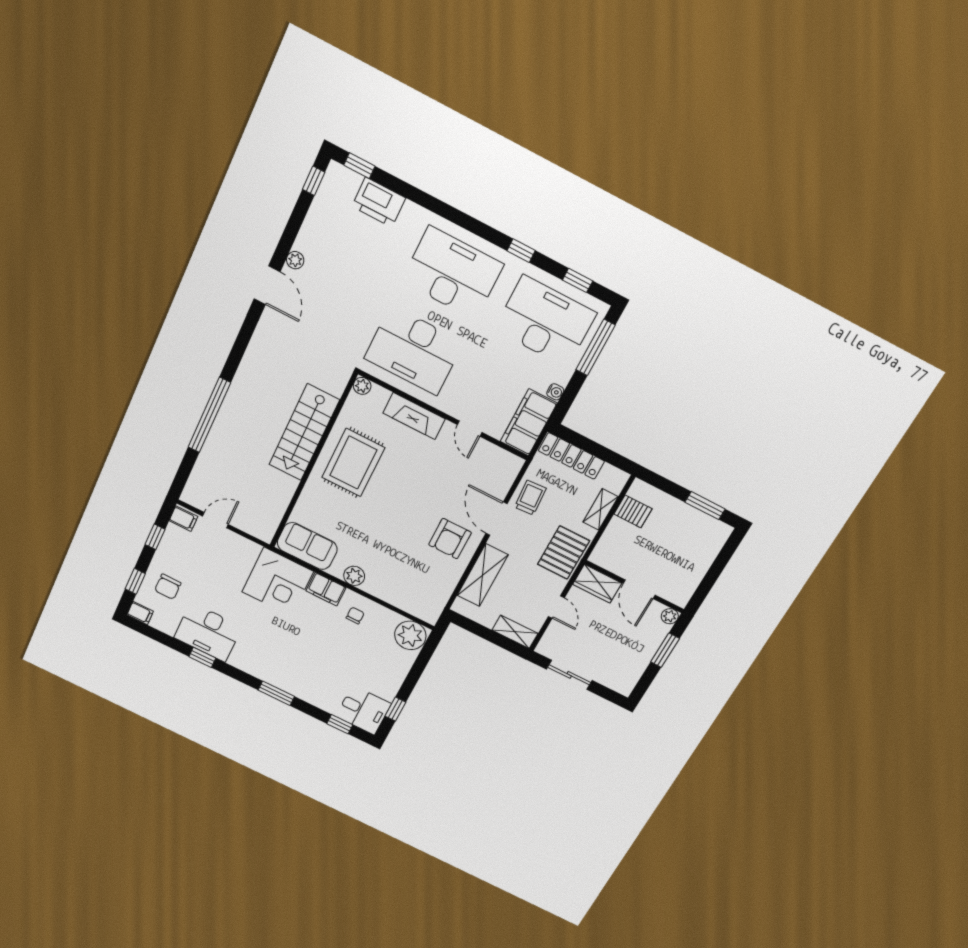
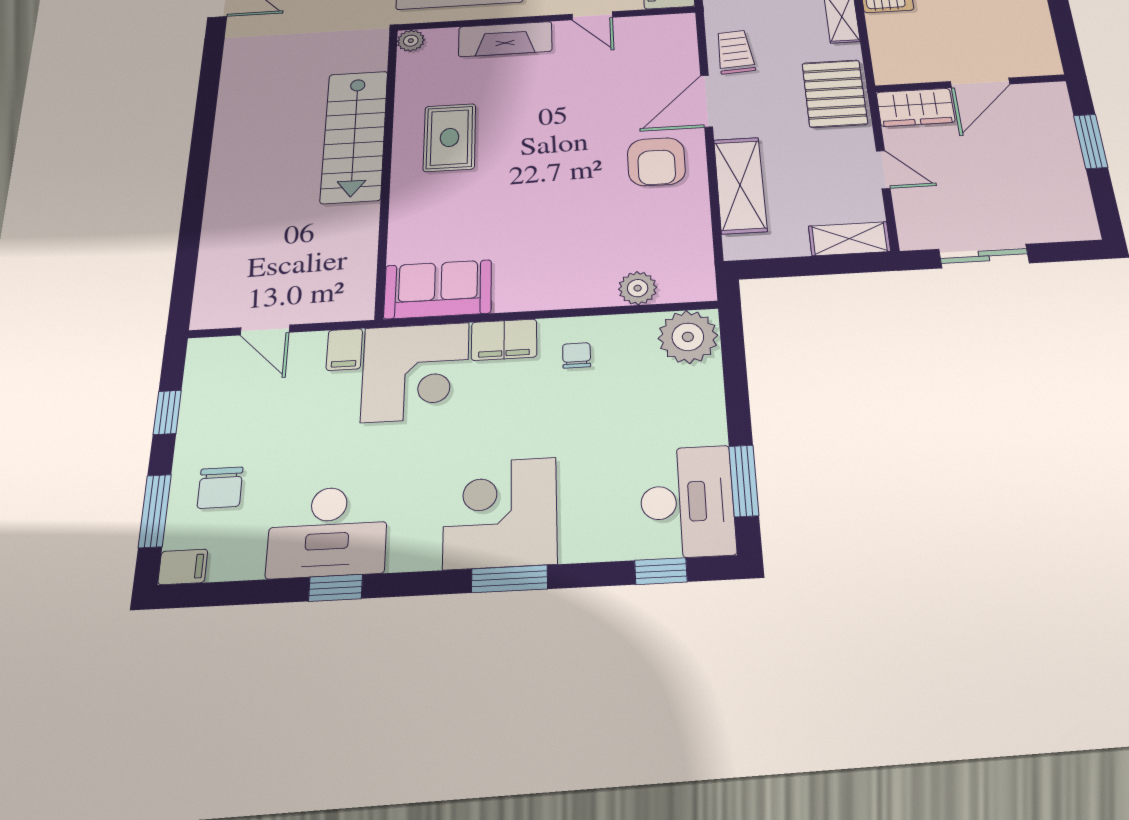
window: (209, 415) -> (196, 185), removed
rug: (353, 463) -> (450, 137), width x0.73, depth x0.70
filing cabinet: (183, 519) -> (344, 350), moved, turned 90
door: (497, 519) -> (706, 101), hinge flipped
door: (215, 520) -> (265, 330), swing flipped
plant: (354, 576) -> (638, 288), moved
window: (135, 581) -> (155, 511), width x1.50
door: (639, 589) -> (980, 83), hinge flipped
plant: (670, 616) -> (1054, 94), removed
corner desk: (285, 665) -> (500, 513), added
window: (395, 709) -> (744, 481), width x1.50
desk: (363, 710) -> (687, 502), width x1.37

